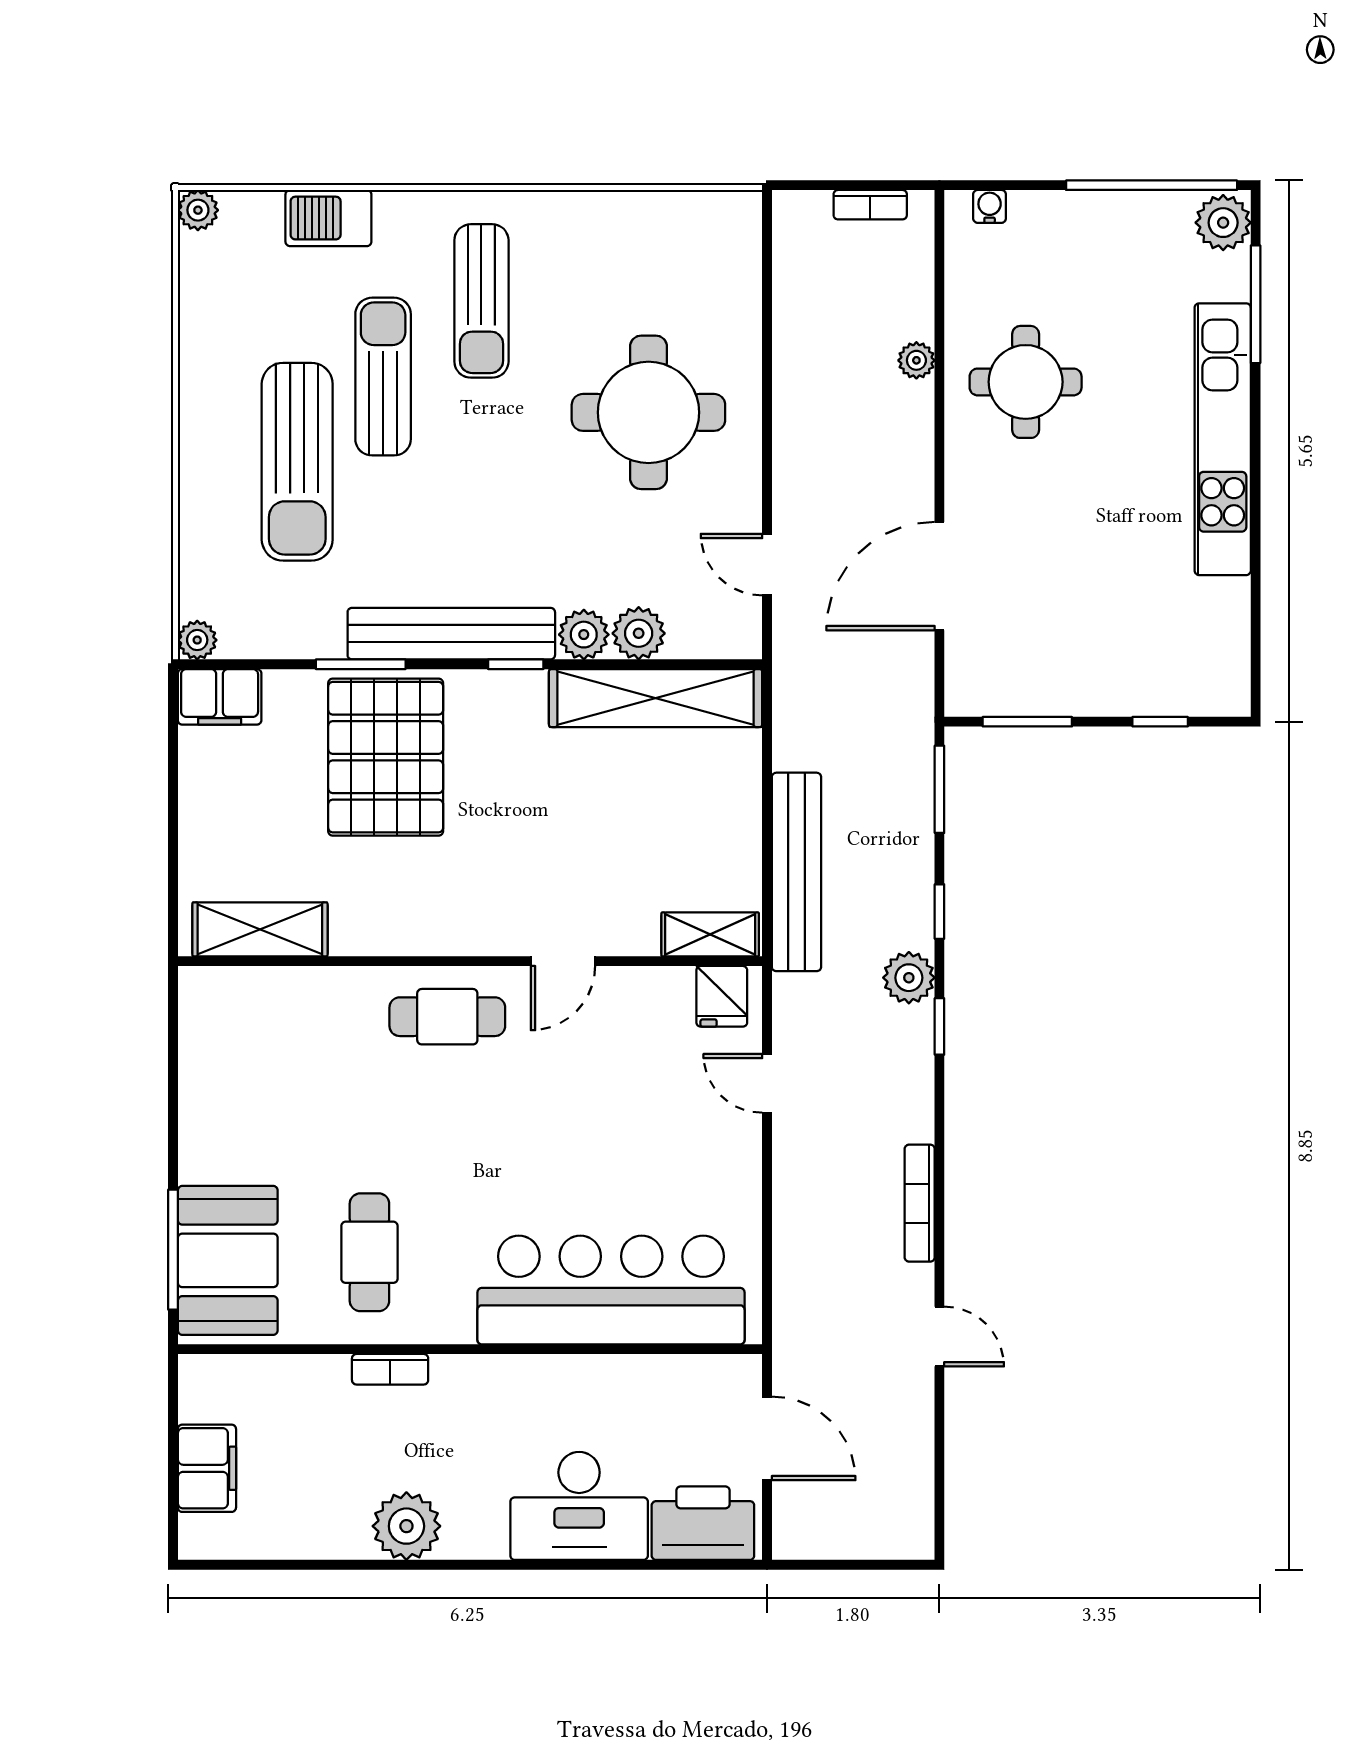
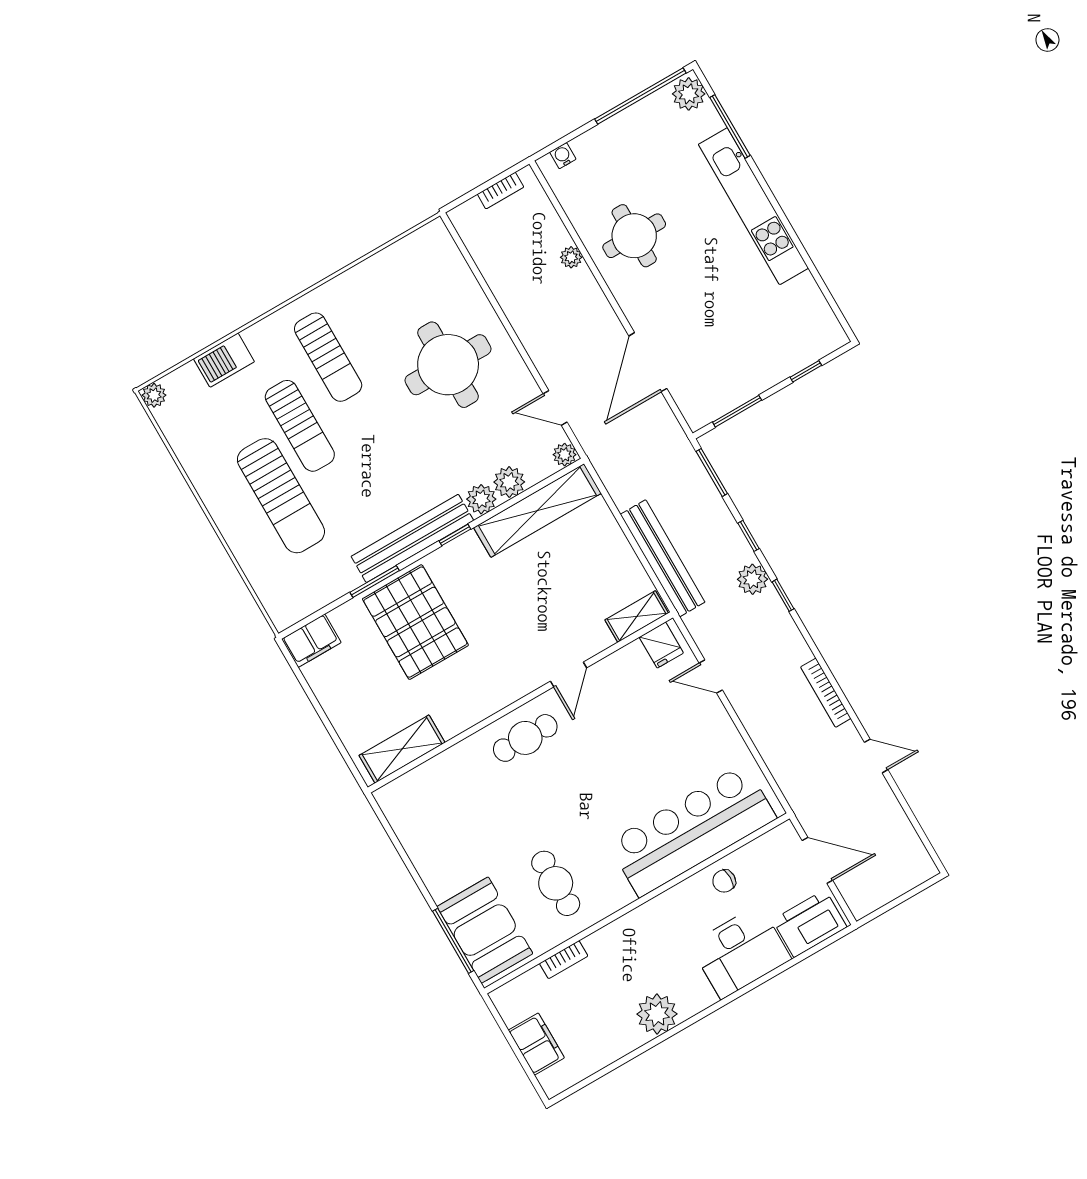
sun lounger: (383, 377) -> (300, 426), turned 180
plant: (197, 640) -> (565, 455), moved
bookcase: (390, 1369) -> (564, 960), moved
chair: (615, 1390) -> (724, 881), added

